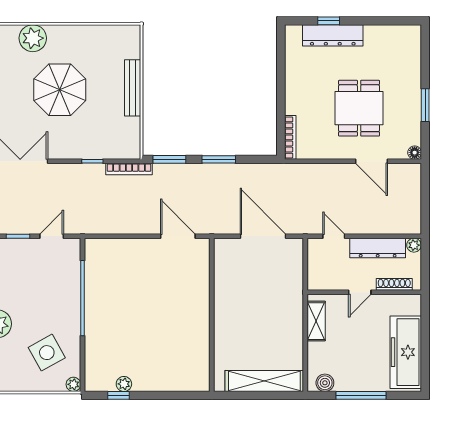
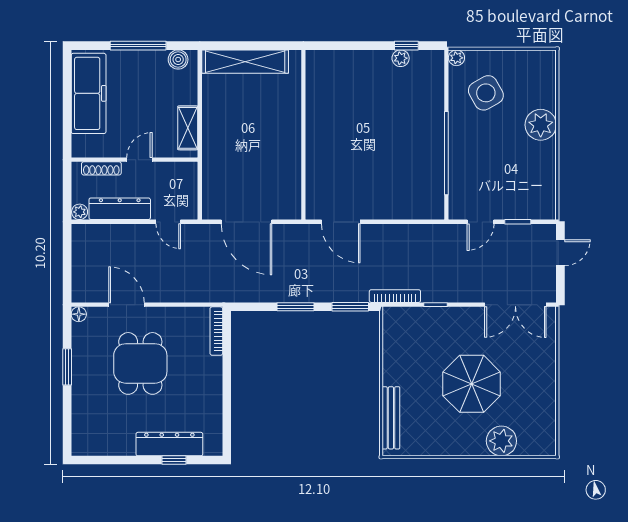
bench: (133, 88) -> (391, 418), moved

